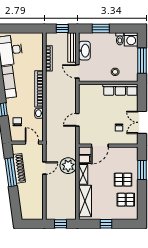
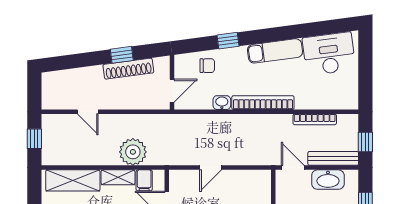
door: (77, 71) -> (293, 168), hinge flipped
door: (77, 120) -> (211, 168), swing flipped
door: (44, 168) -> (88, 112), moved
window: (11, 172) -> (122, 55), width x0.46

